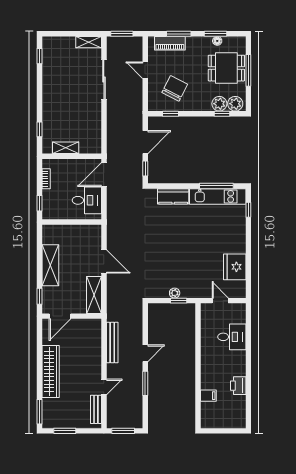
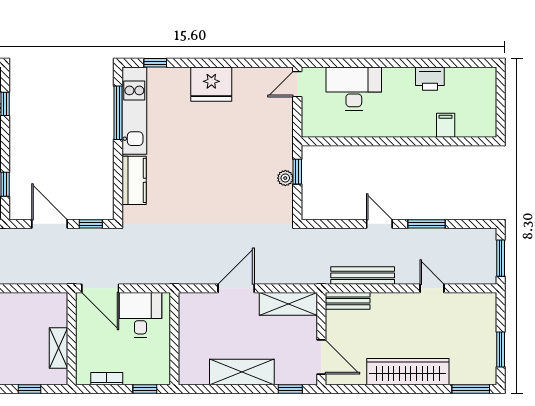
fridge: (235, 267) -> (211, 84), moved
door: (220, 301) -> (297, 84), moved
desk: (232, 337) -> (354, 89), width x1.37
bench: (96, 409) -> (348, 301), moved

